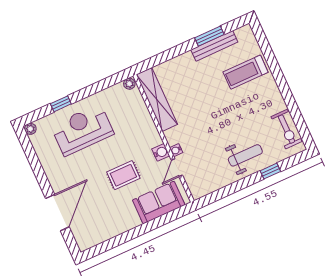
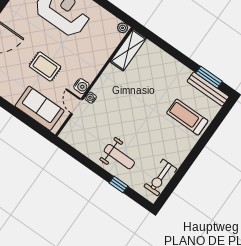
window: (209, 36) -> (209, 77), moved
bench: (214, 46) -> (208, 89), moved
shelving: (157, 99) -> (128, 50), width x0.68
door: (177, 168) -> (77, 107), hinge flipped

